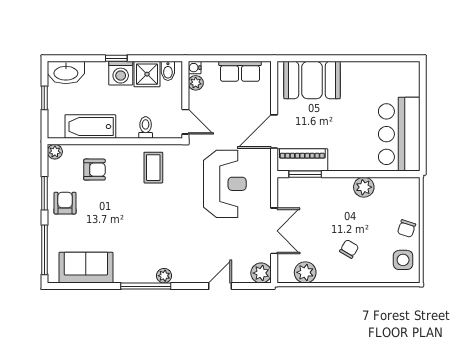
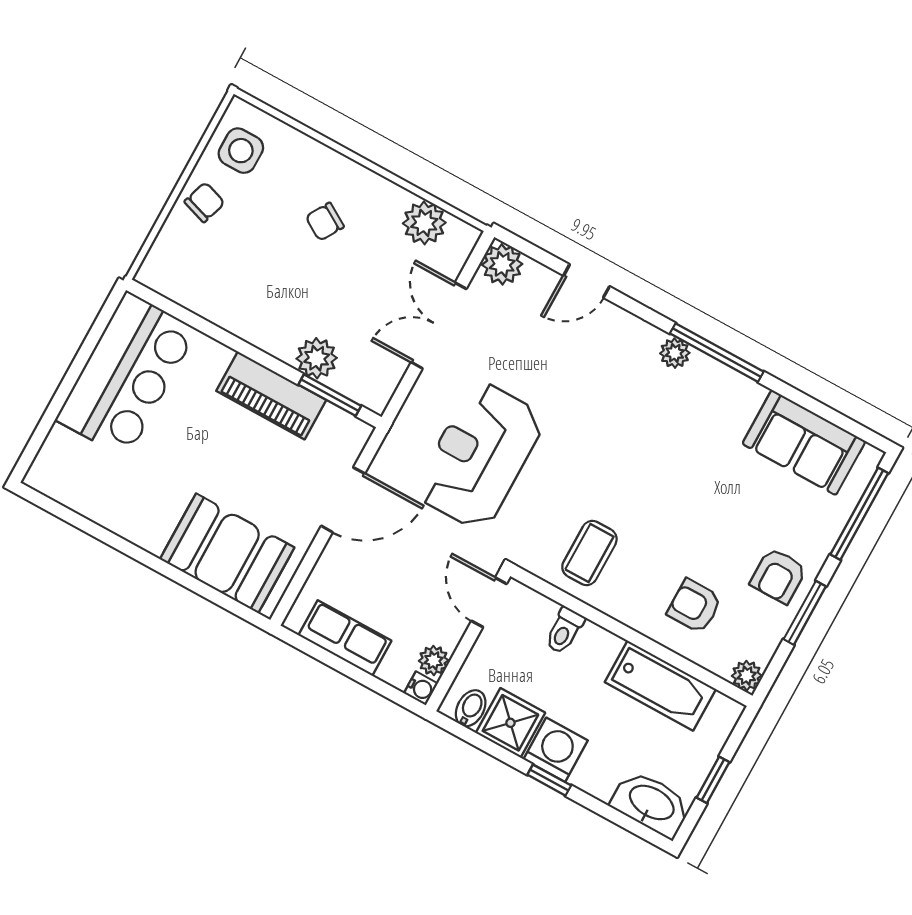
piano: (302, 160) -> (271, 395), moved
plant: (364, 187) -> (317, 358), moved

